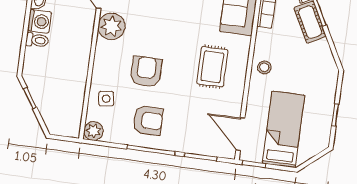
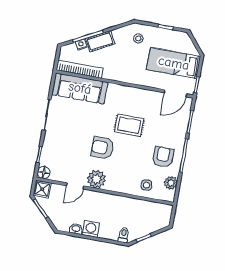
toilet: (37, 40) -> (124, 235), moved
rug: (212, 67) -> (129, 125), moved
stool: (264, 67) -> (138, 38), moved
armchair: (146, 72) -> (102, 148), moved
plant: (93, 131) -> (171, 183), moved

